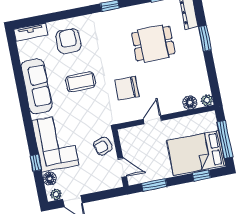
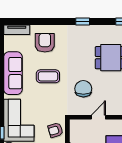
chair: (127, 88) -> (83, 89), turned 90

